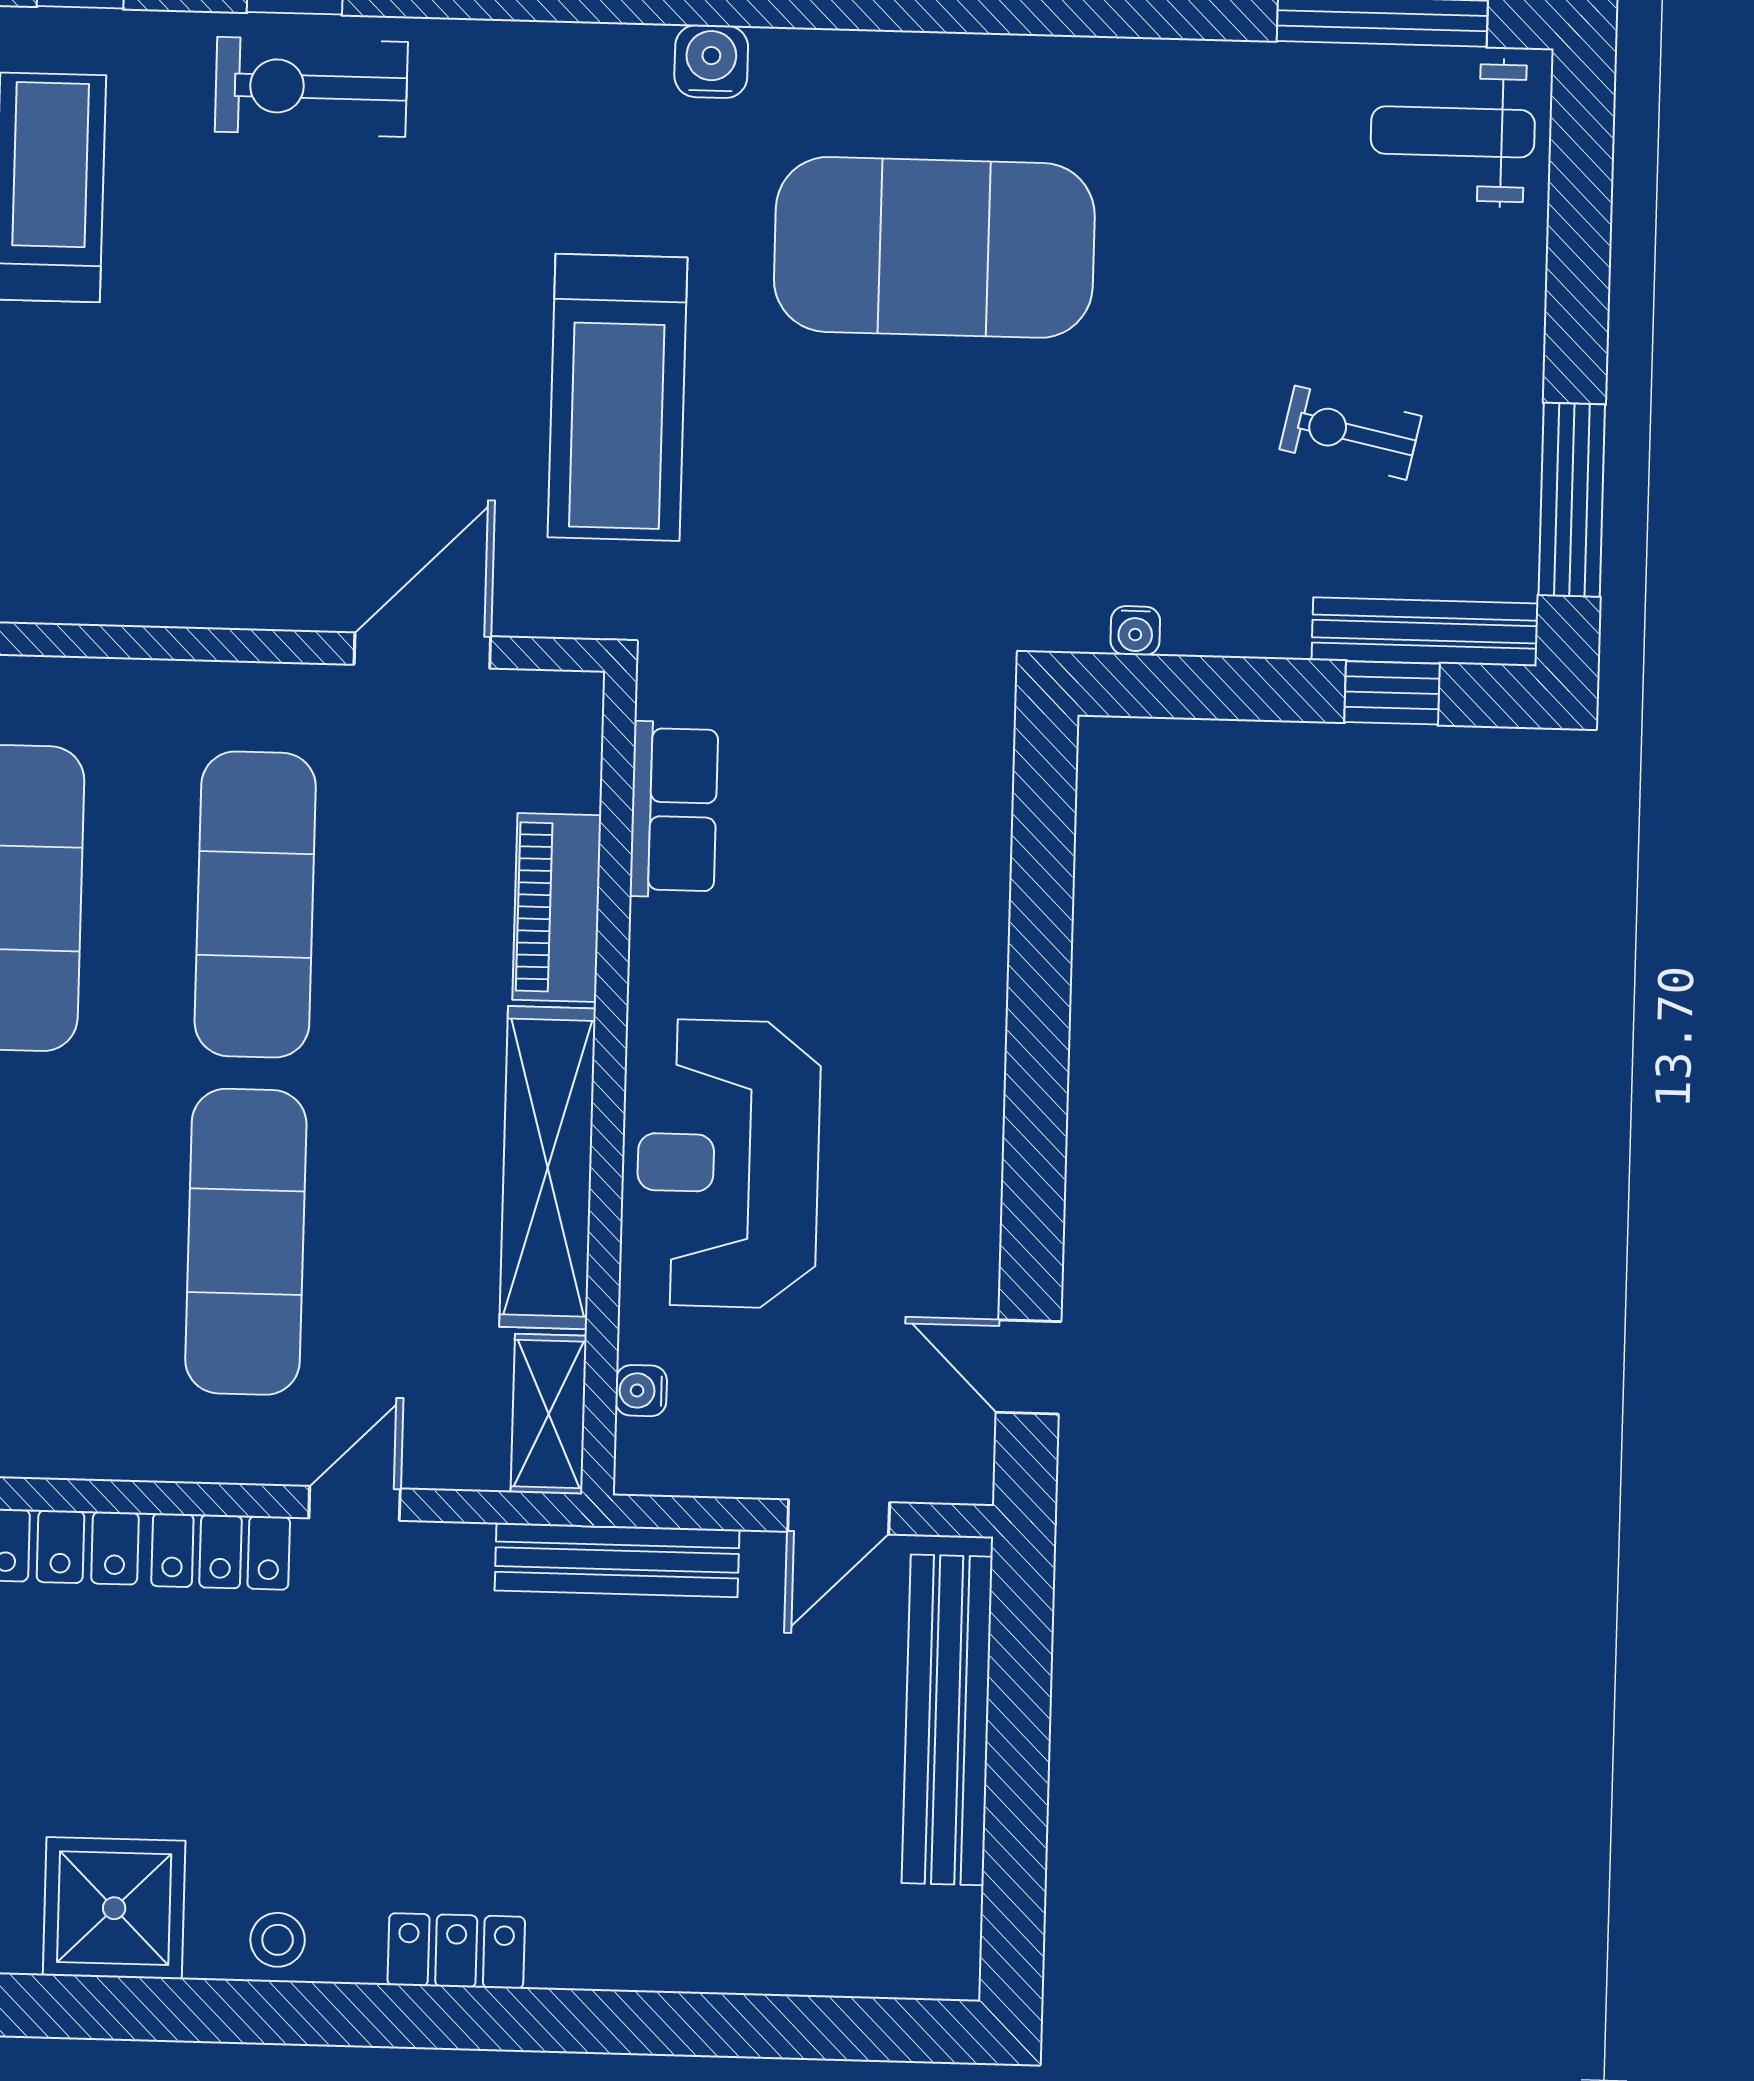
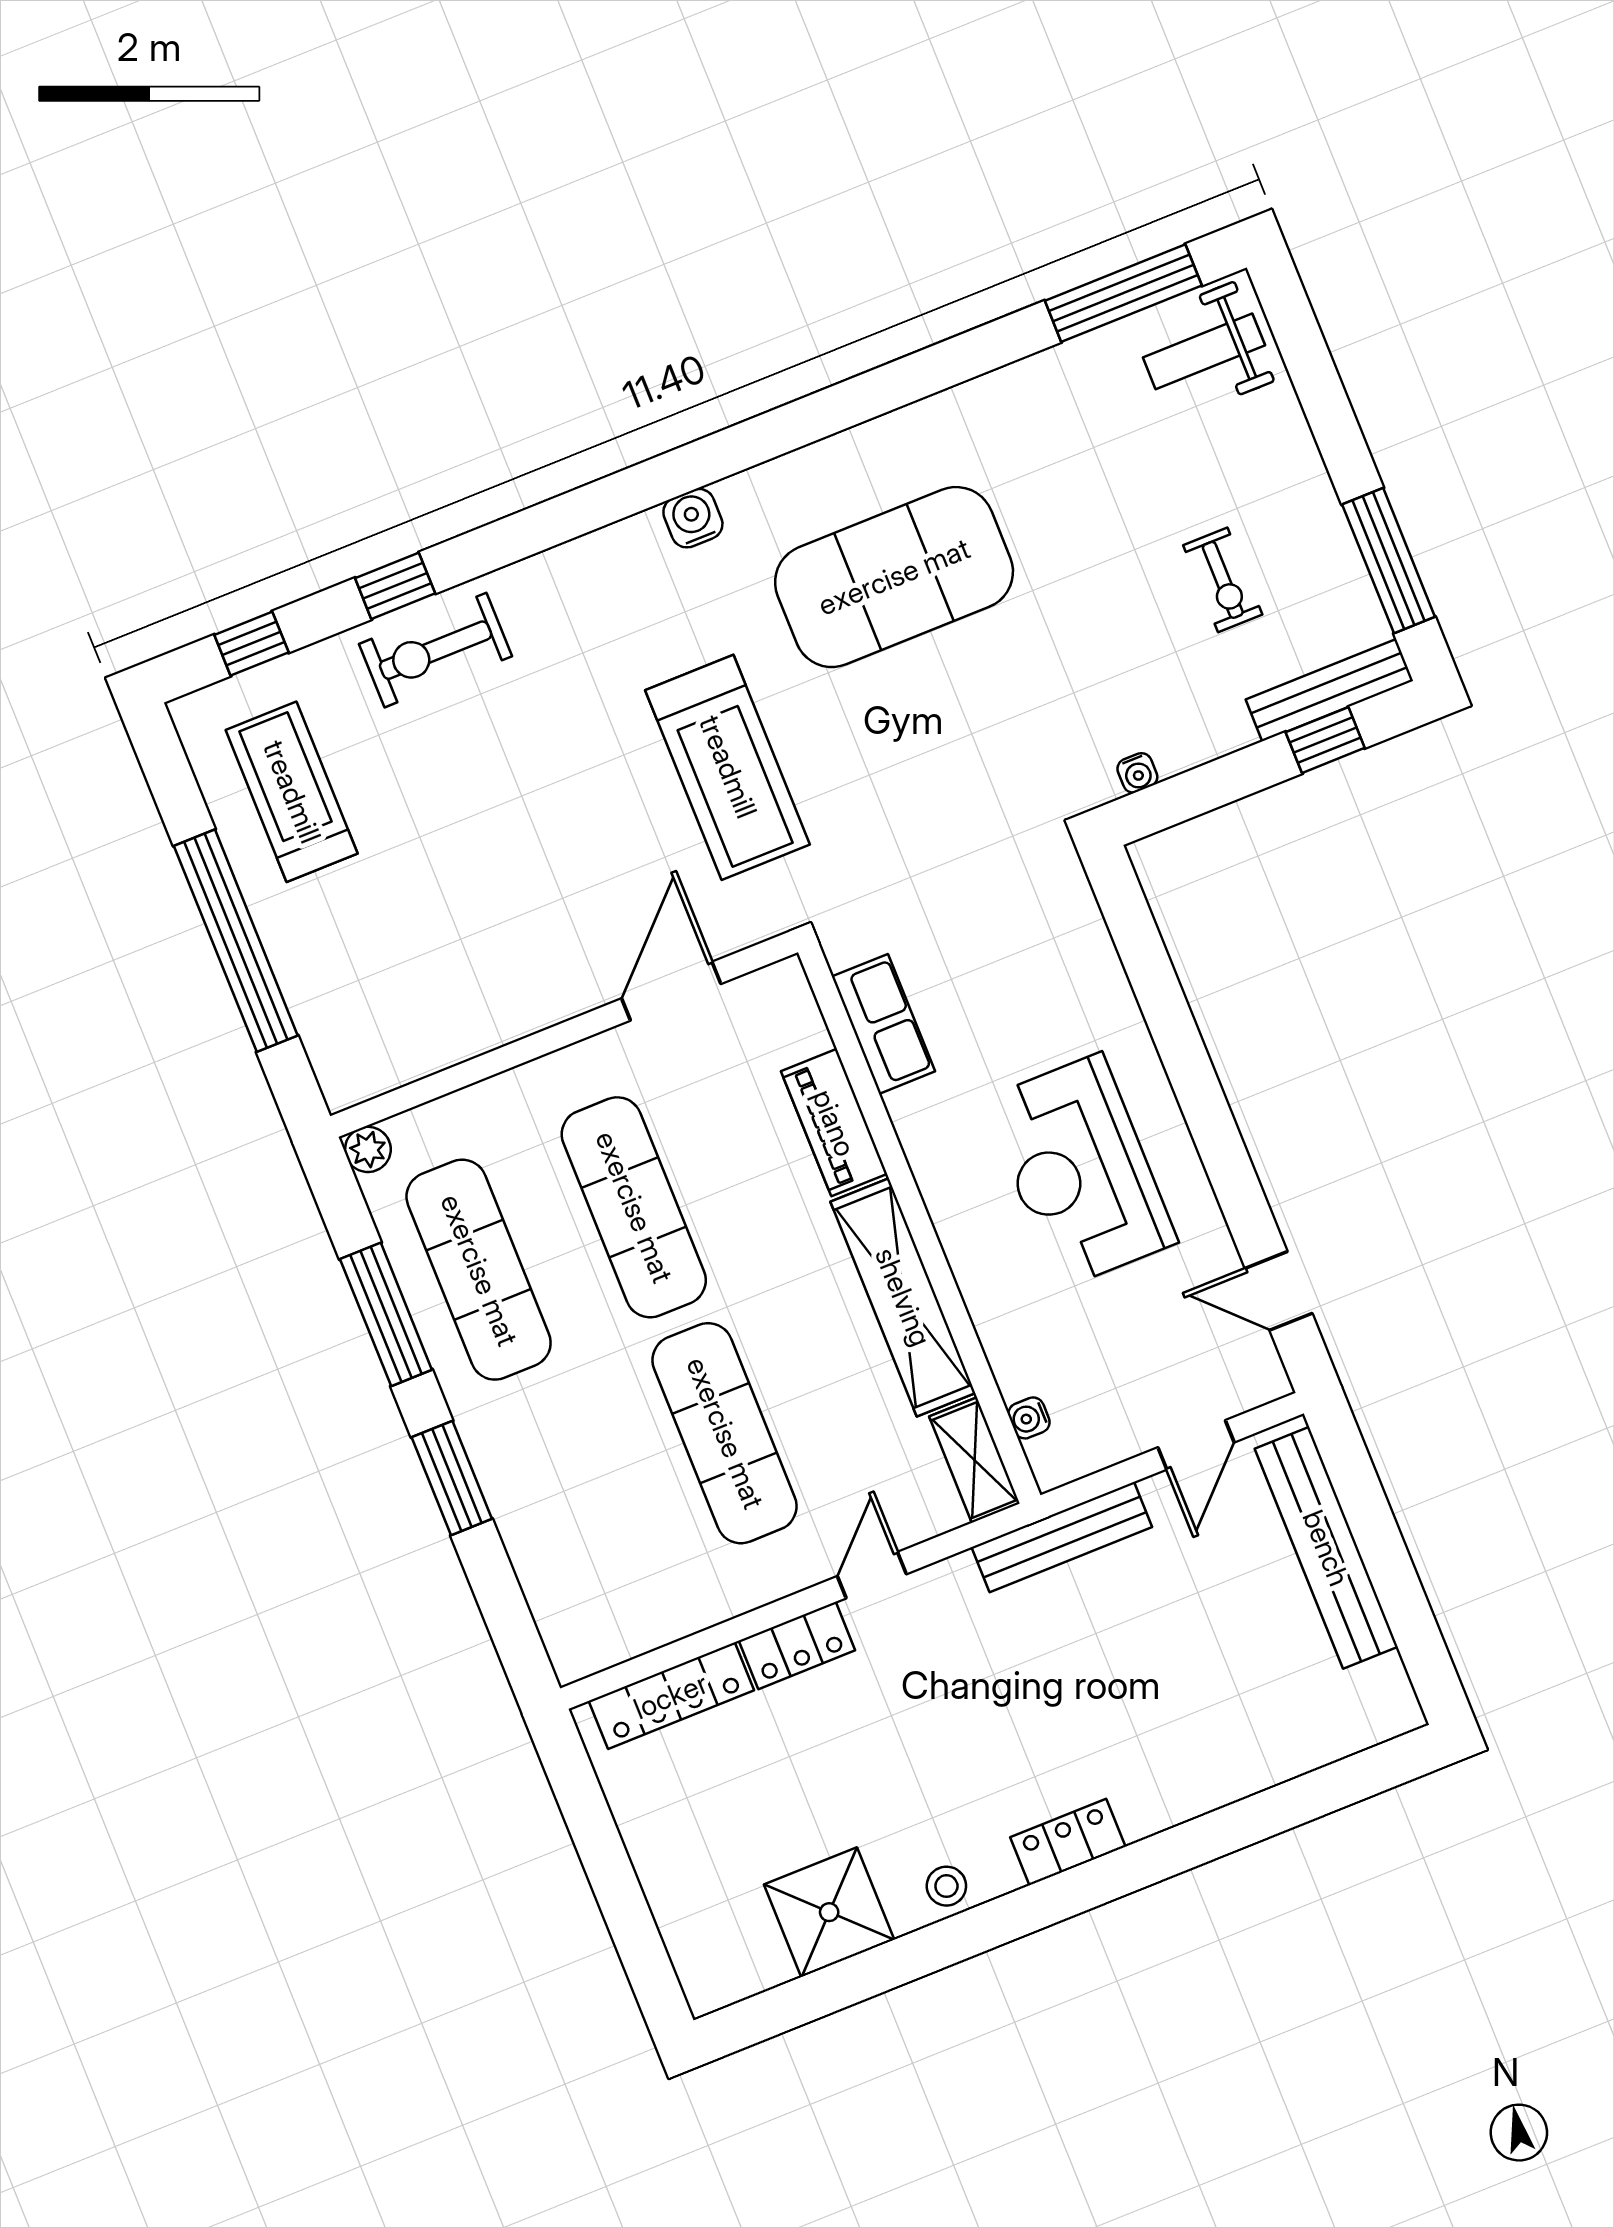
exercise bike: (1350, 433) -> (1223, 580), turned -102
reception desk: (728, 1164) -> (1080, 1171), moved

